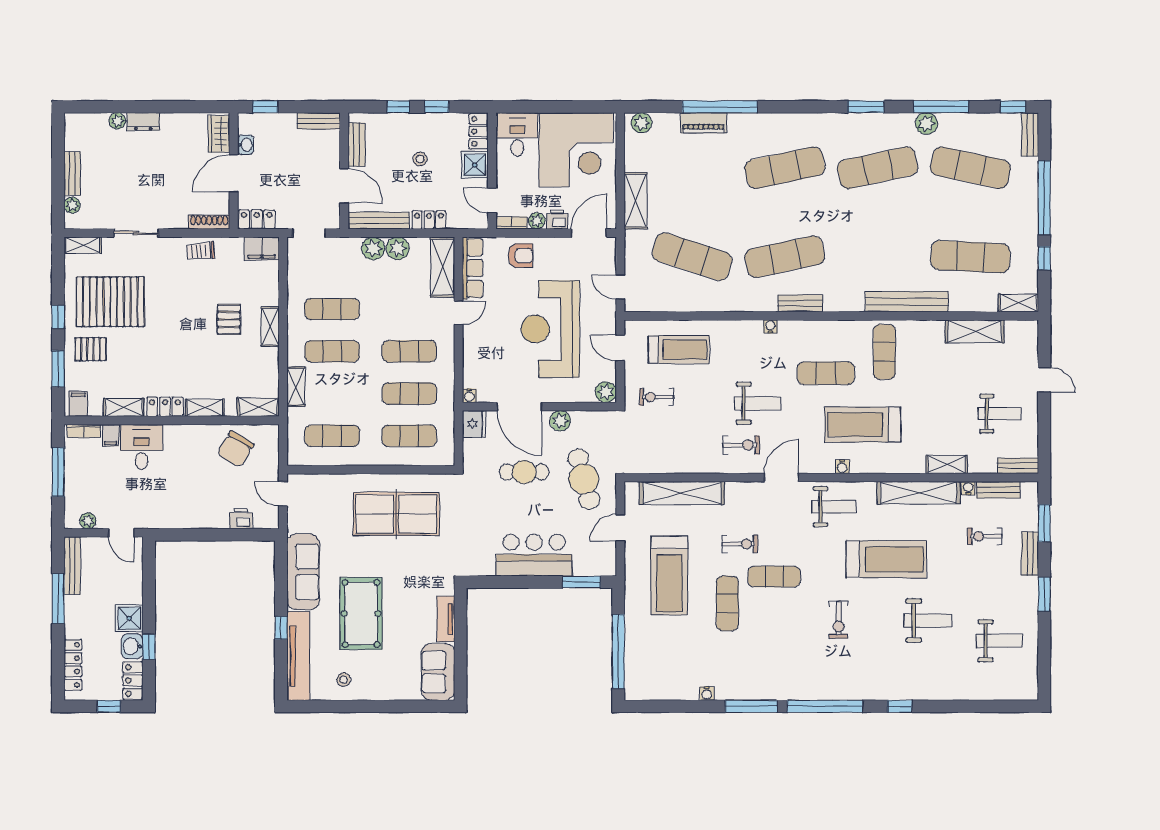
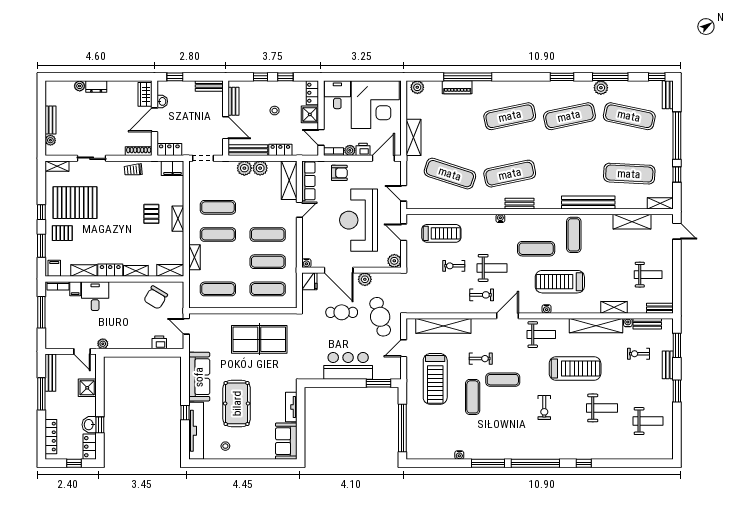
door: (1044, 380) -> (677, 231), moved
exercise bike: (656, 397) -> (454, 266), moved
plant: (88, 521) -> (103, 344), moved
shower: (129, 618) -> (87, 388), moved

